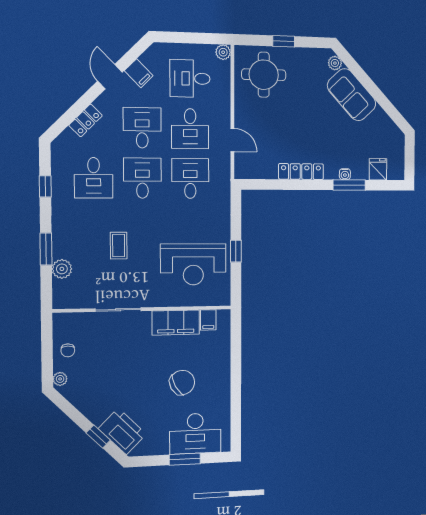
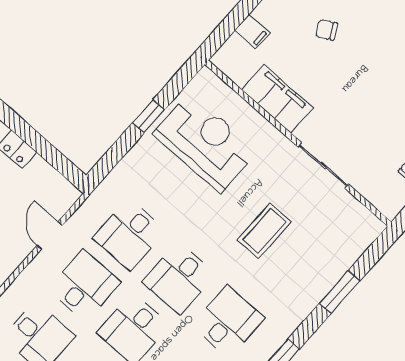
coffee table: (119, 246) -> (264, 231), width x1.36, depth x1.30
plant: (62, 269) -> (342, 258), removed
filing cabinet: (208, 320) -> (253, 32), moved, turned 90
chair: (182, 382) -> (326, 30), width x0.54, depth x0.54

